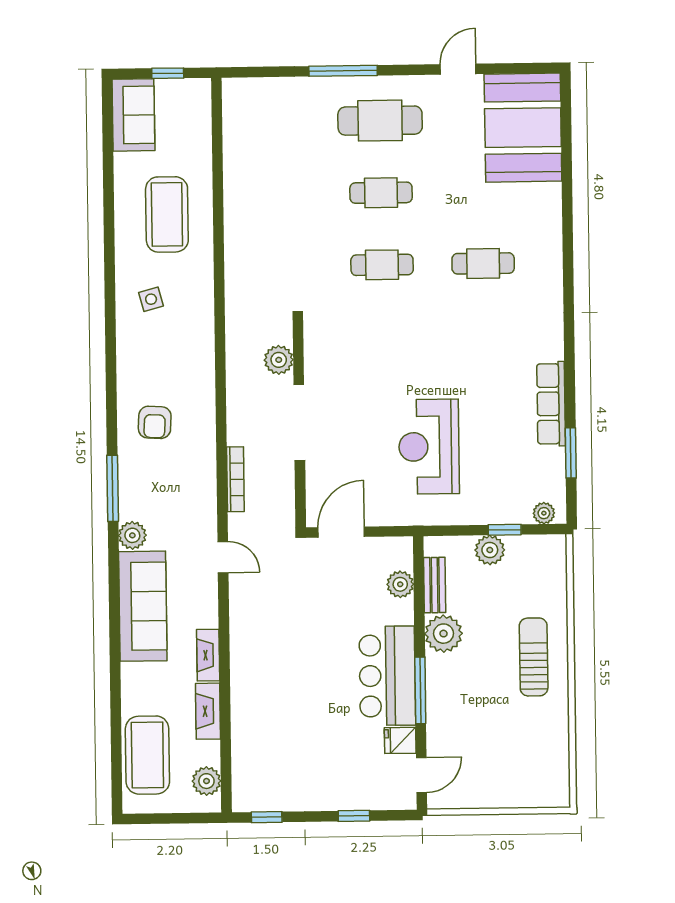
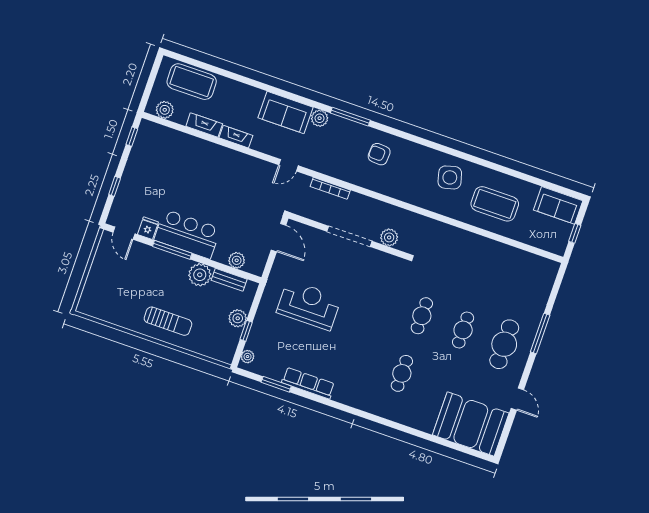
side table: (151, 299) -> (450, 177), width x1.87, depth x1.87
sofa: (143, 606) -> (285, 112), width x0.73

